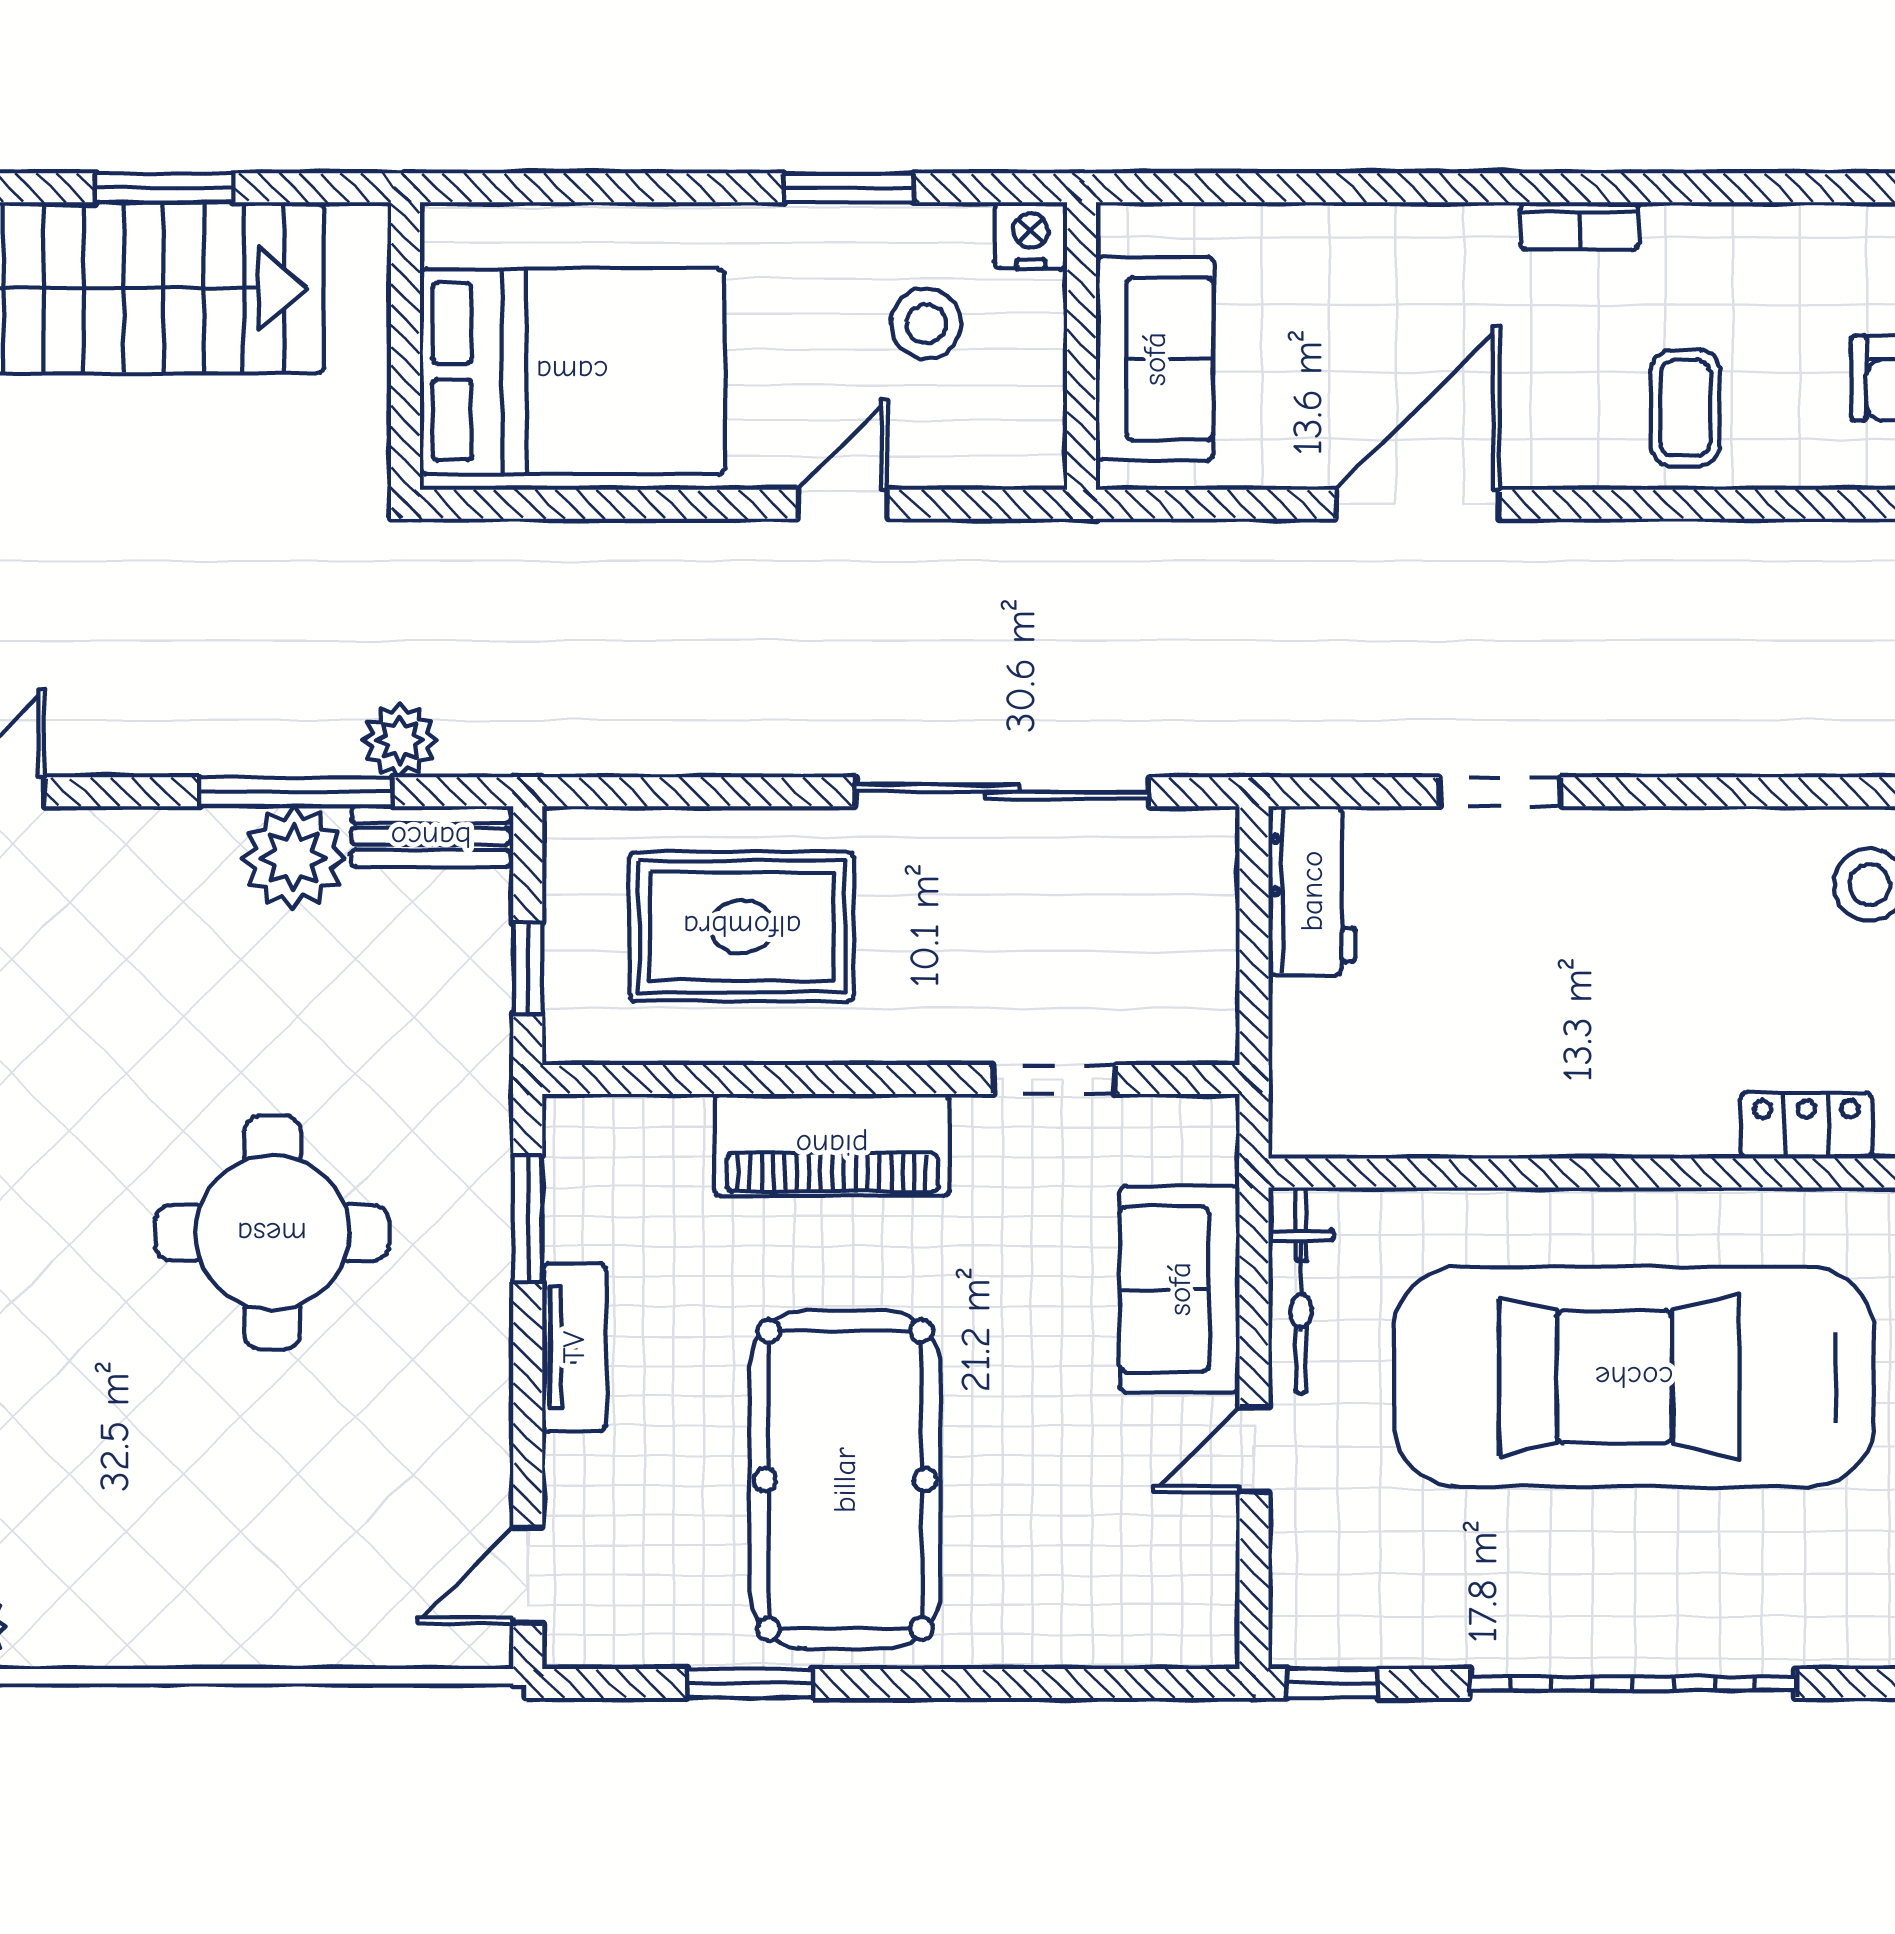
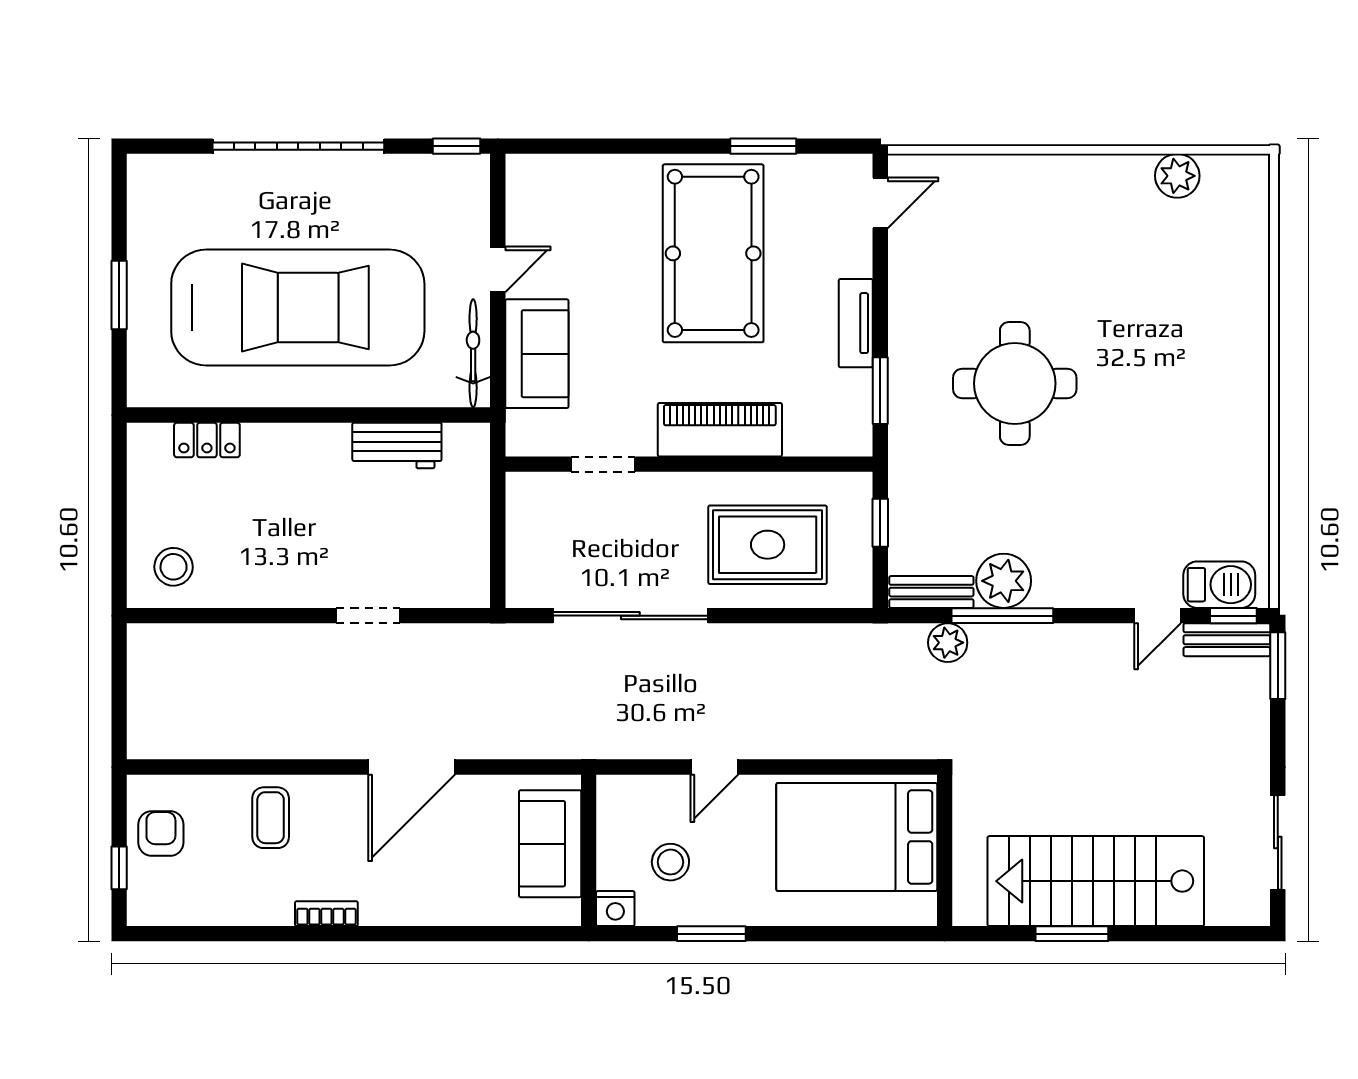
workbench: (1312, 891) -> (397, 445), moved, turned -90

